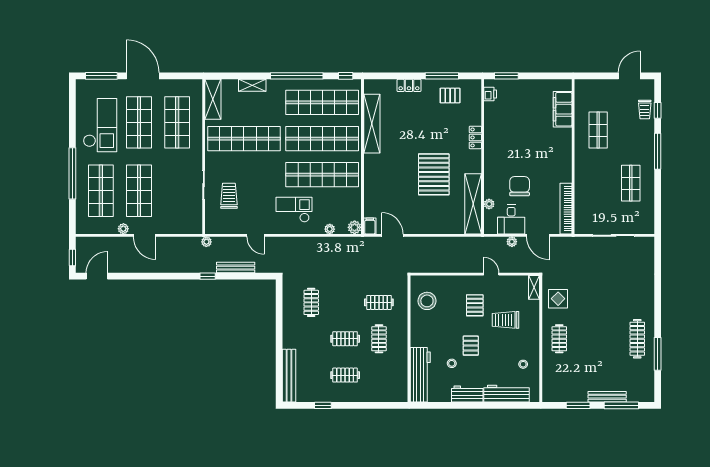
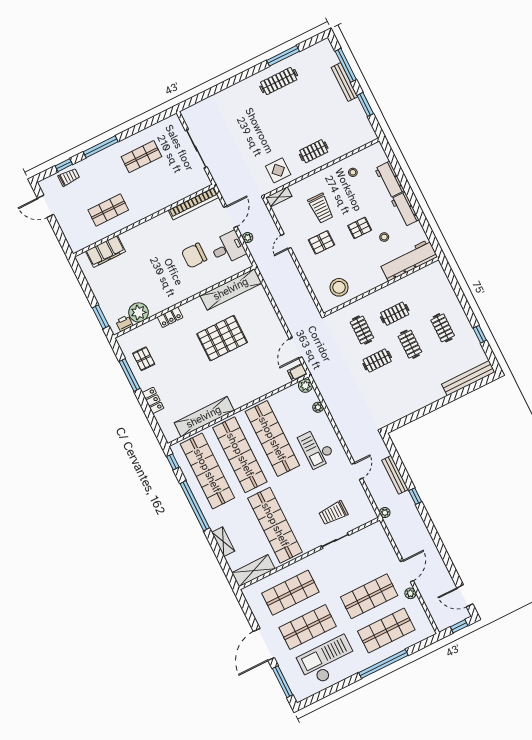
plant: (489, 204) -> (139, 312), moved, width x1.88, depth x1.88
clothes rail: (311, 302) -> (377, 360), moved
workbench: (507, 394) -> (389, 180), width x0.73

